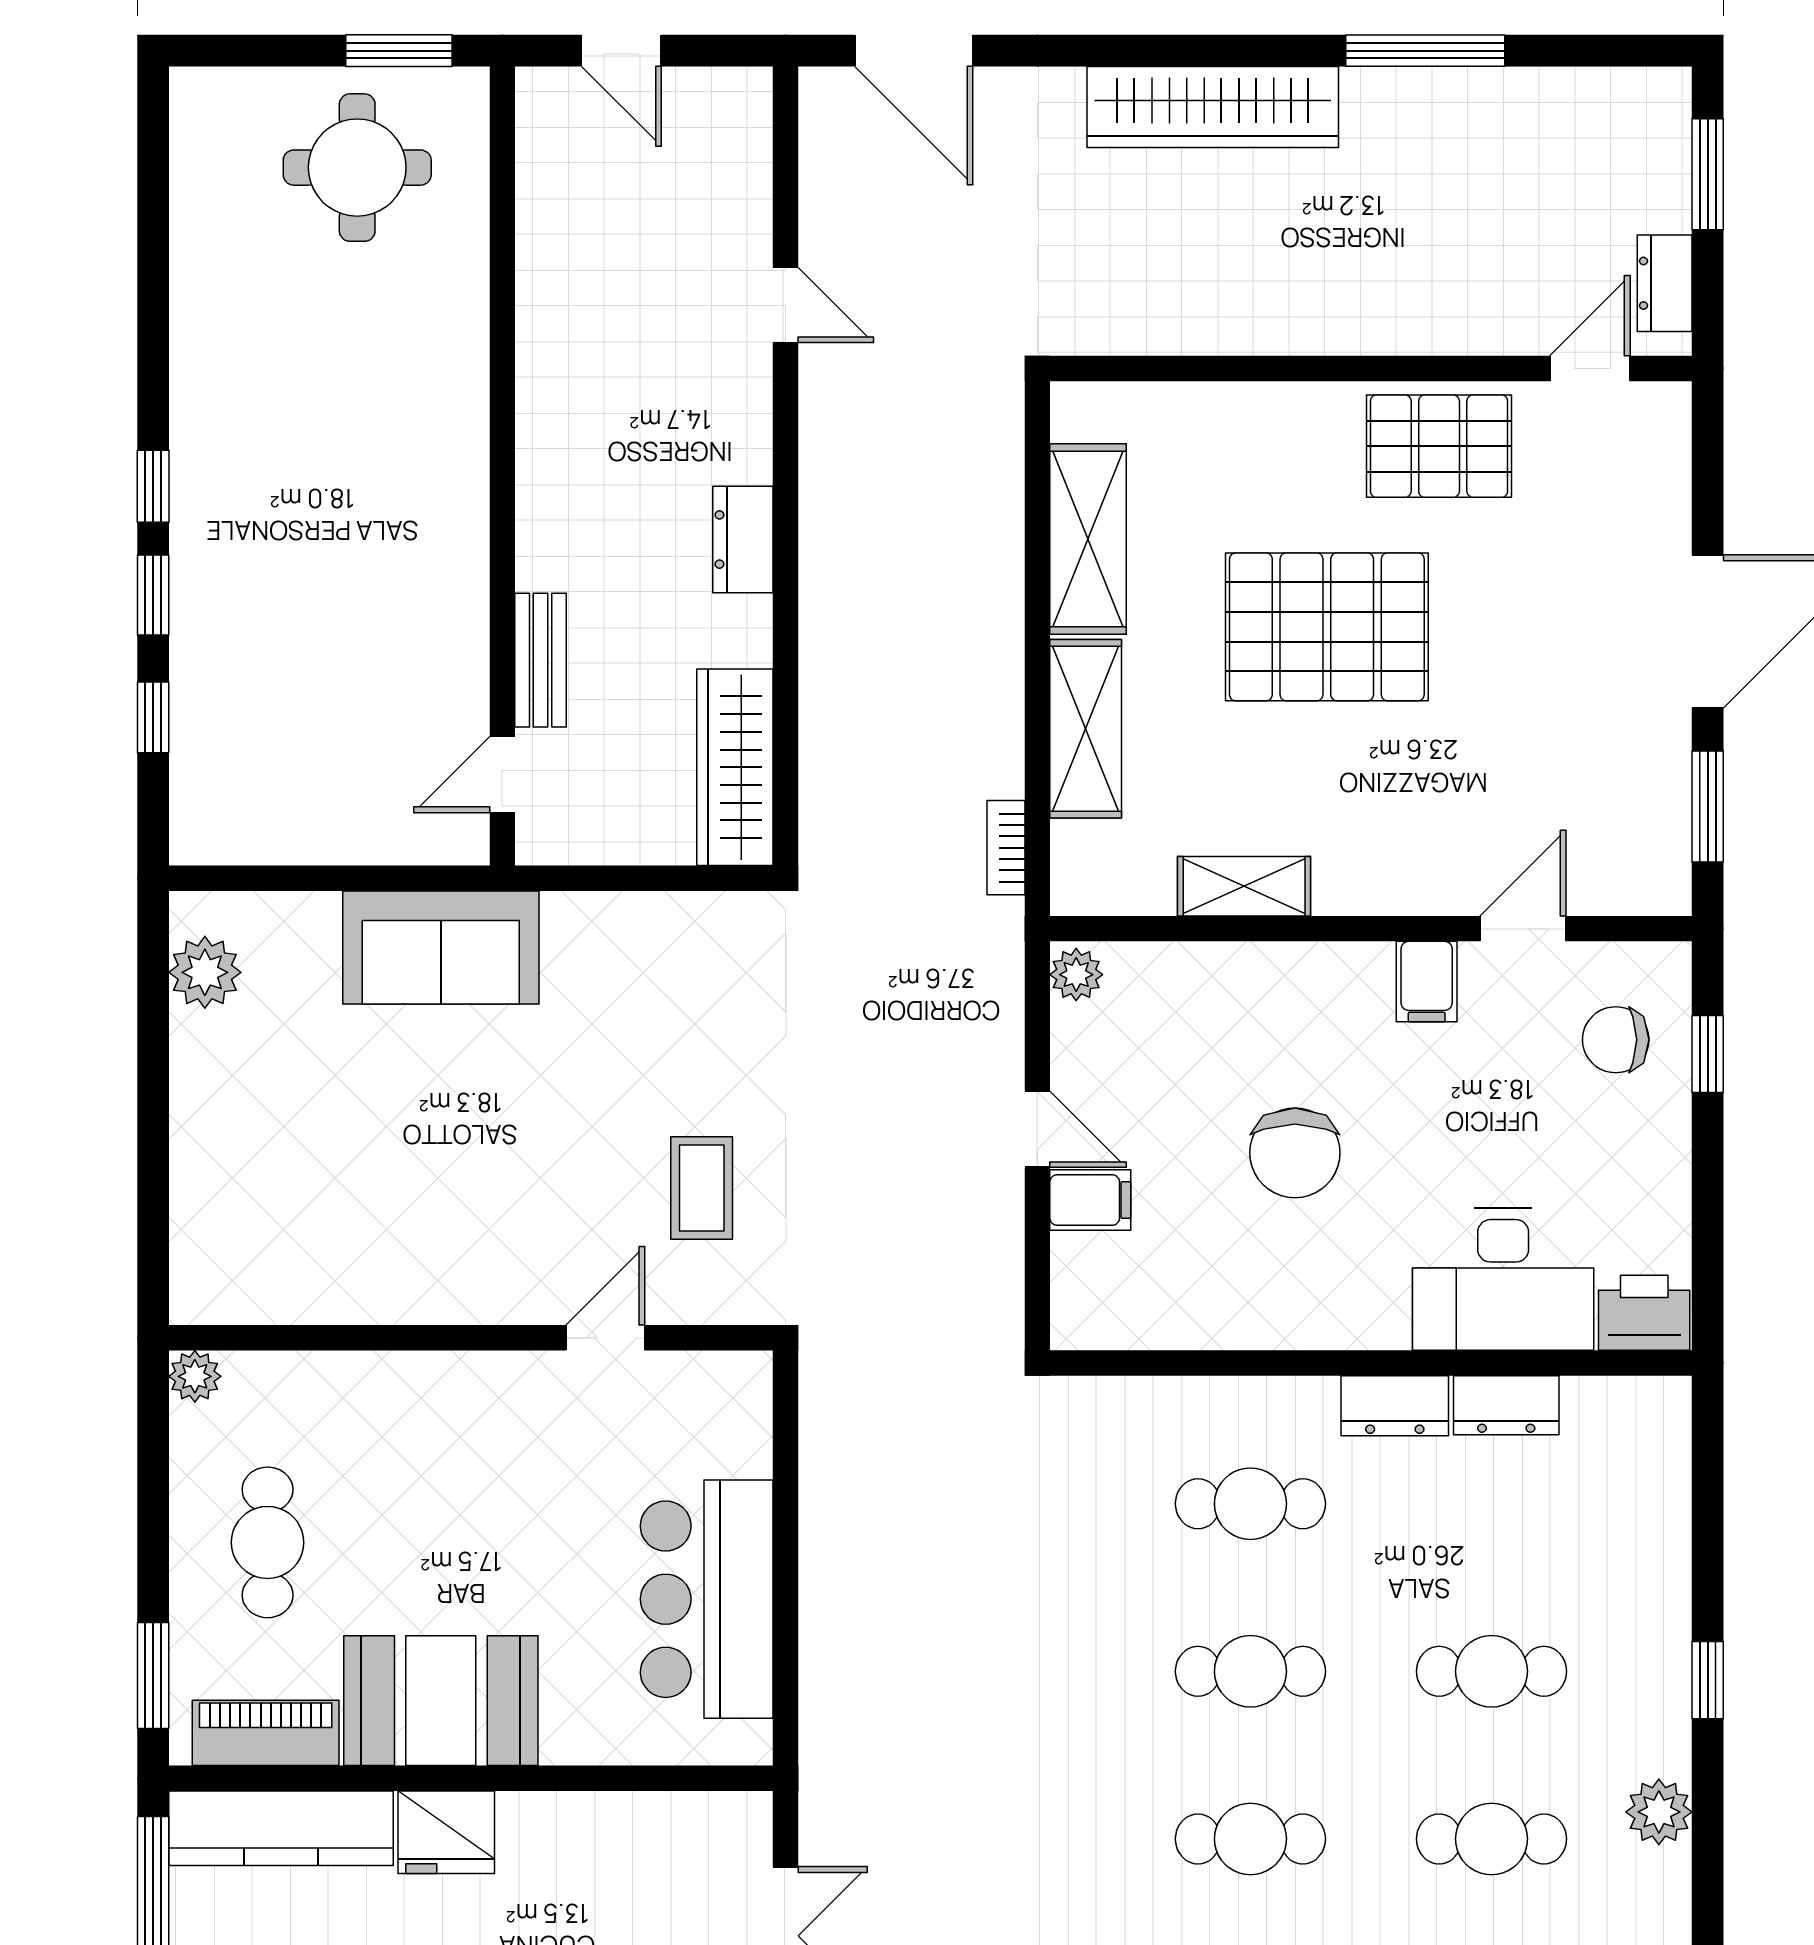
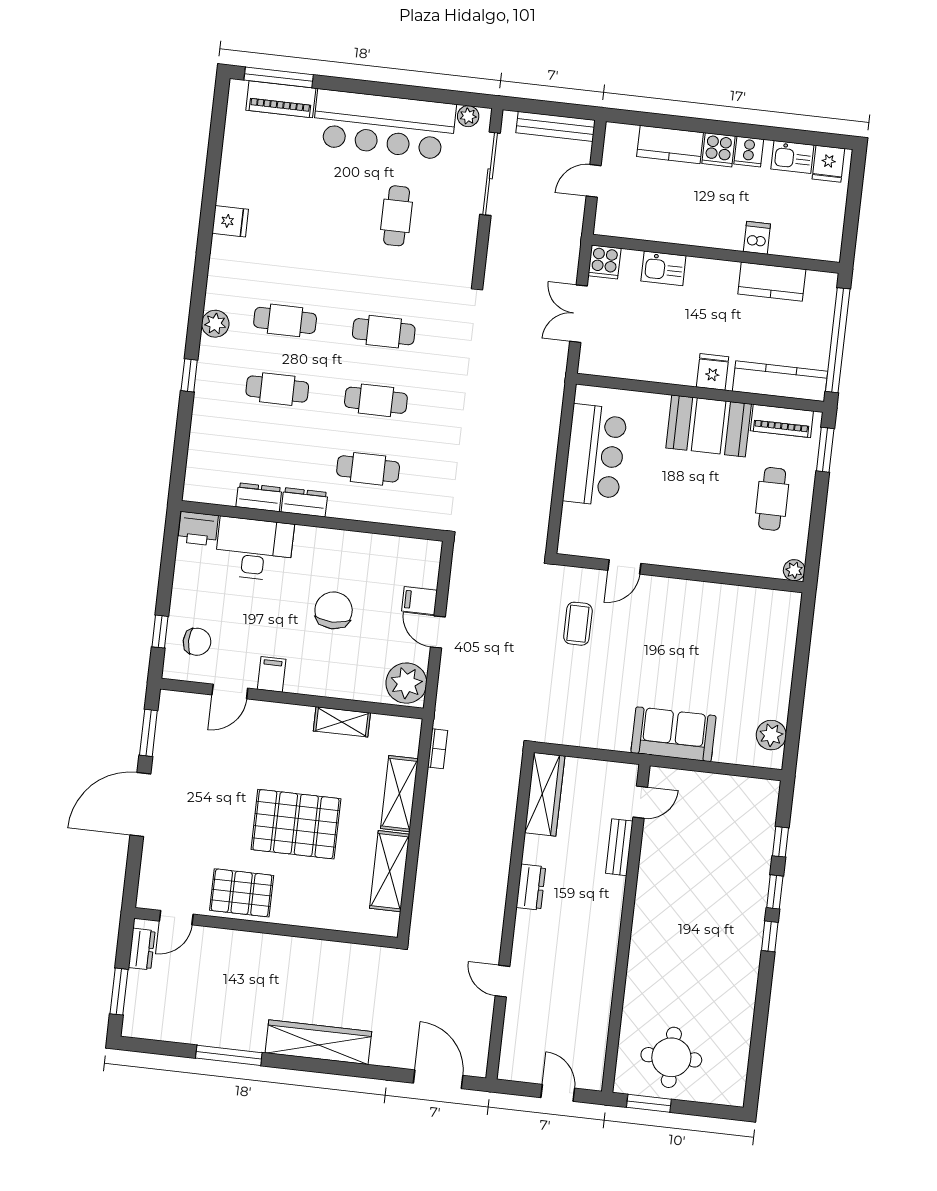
plant: (1076, 975) -> (406, 683), width x1.87, depth x1.87
fridge: (446, 1832) -> (713, 372), width x0.72

